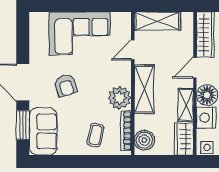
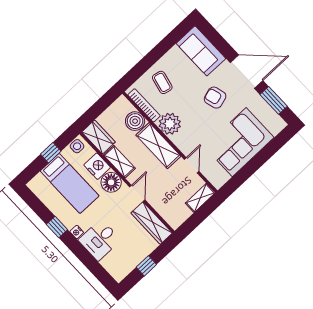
shelving: (157, 21) -> (200, 198), width x0.67, depth x0.75
window: (23, 125) -> (274, 100), moved
boiler: (144, 140) -> (135, 121), moved

